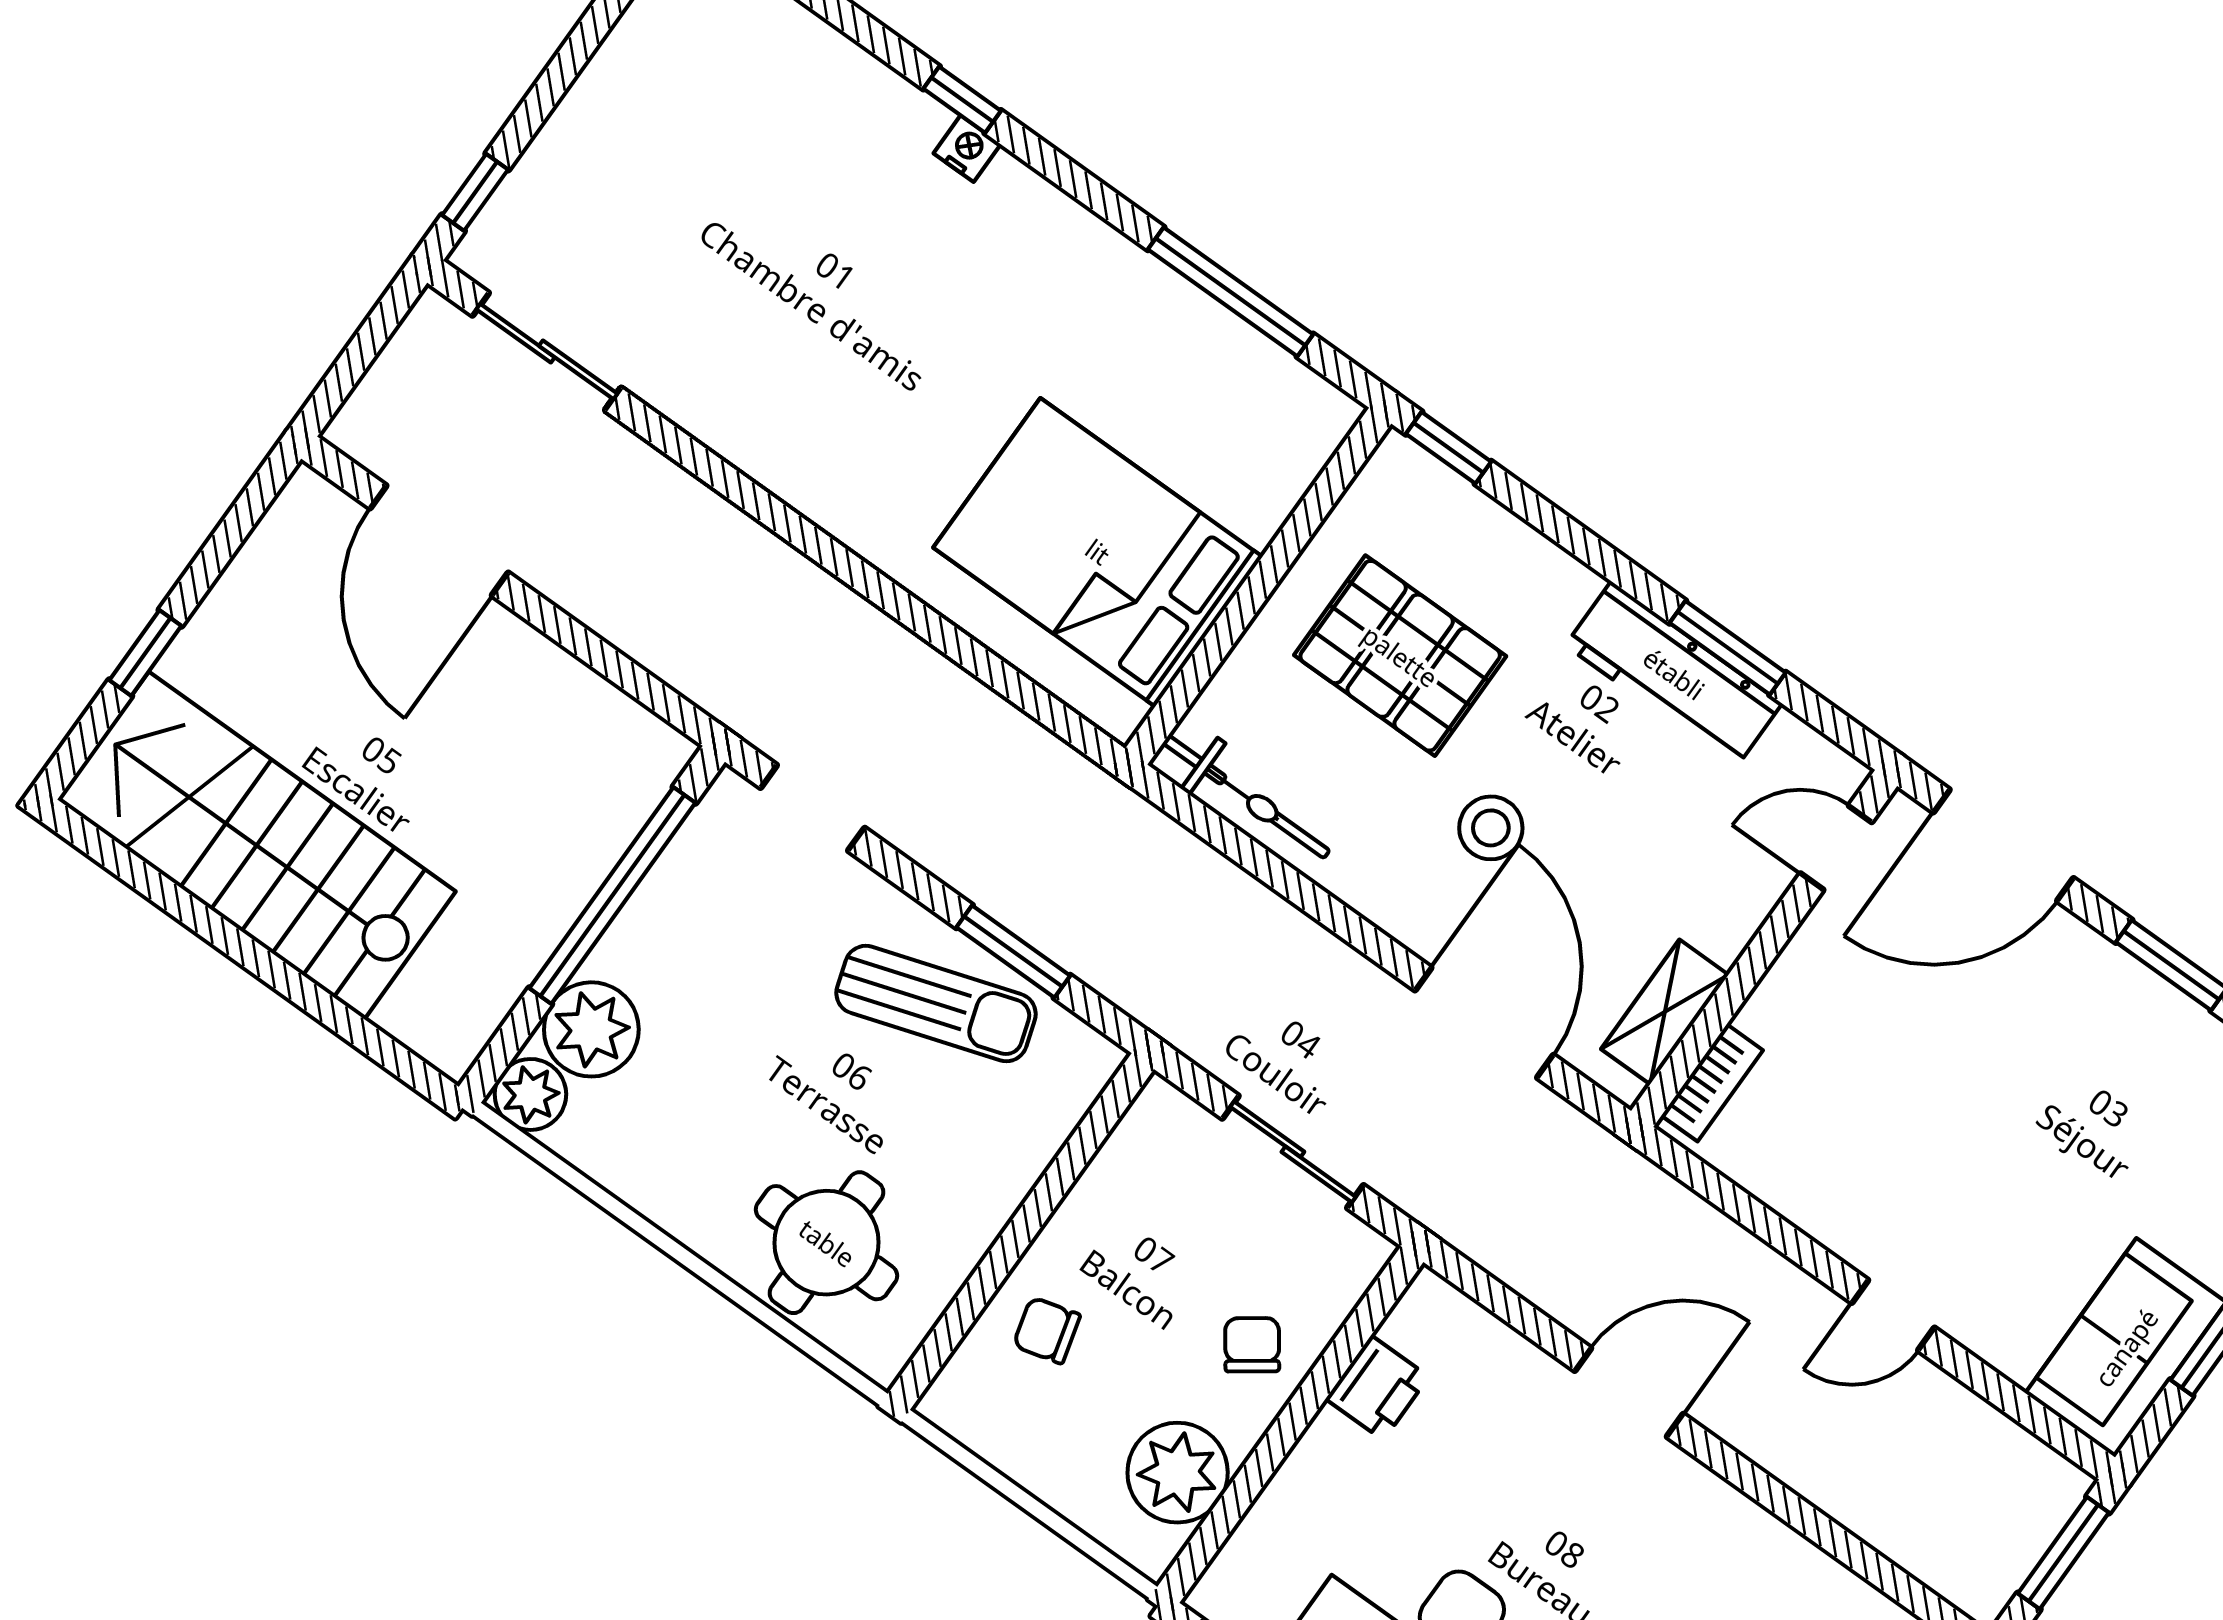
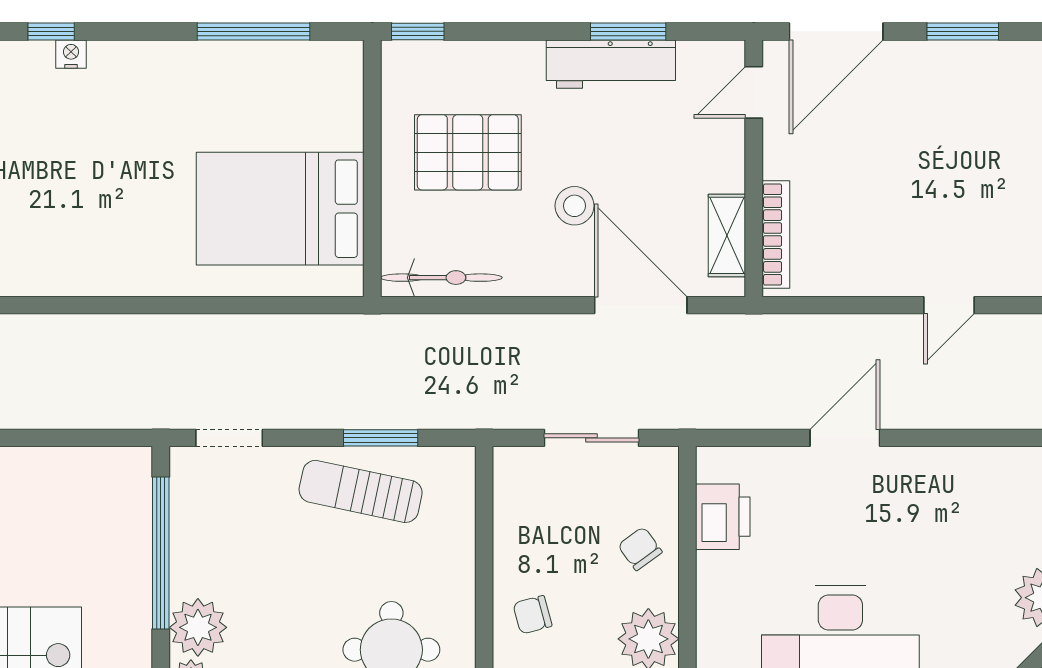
sun lounger: (936, 1004) -> (361, 491), turned -150
bookcase: (1712, 1083) -> (776, 235), width x1.56
printer: (1377, 1388) -> (723, 517), width x1.36, depth x1.24

